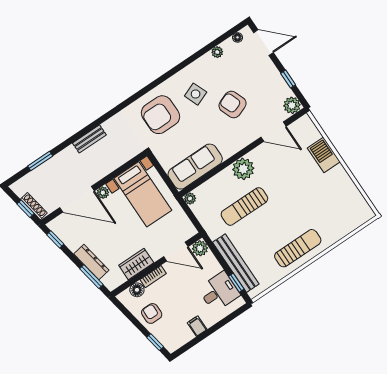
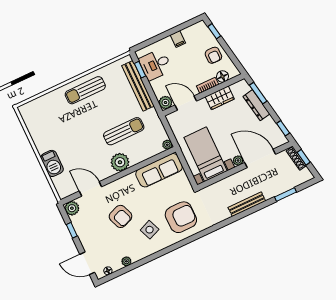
bench: (89, 139) -> (247, 204), width x1.36

